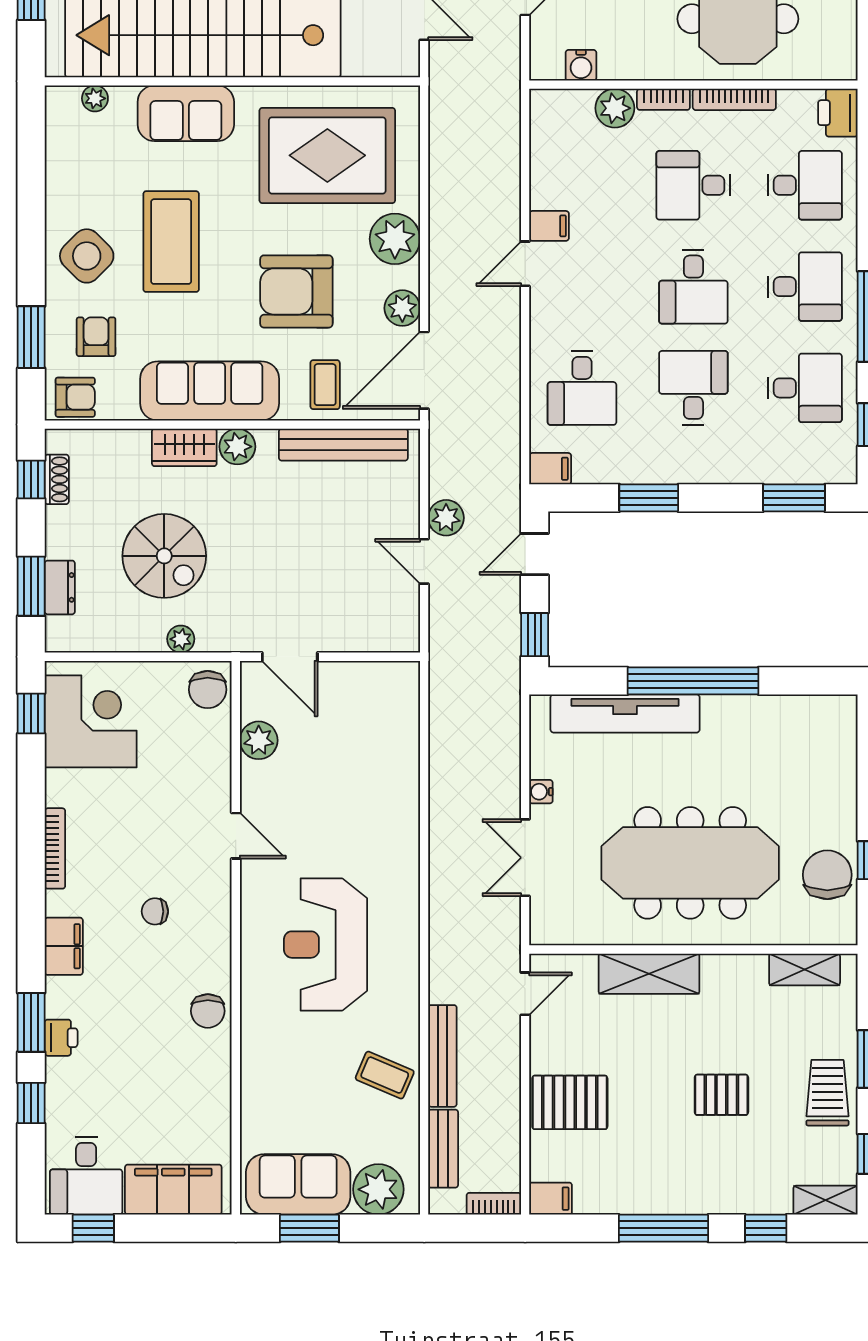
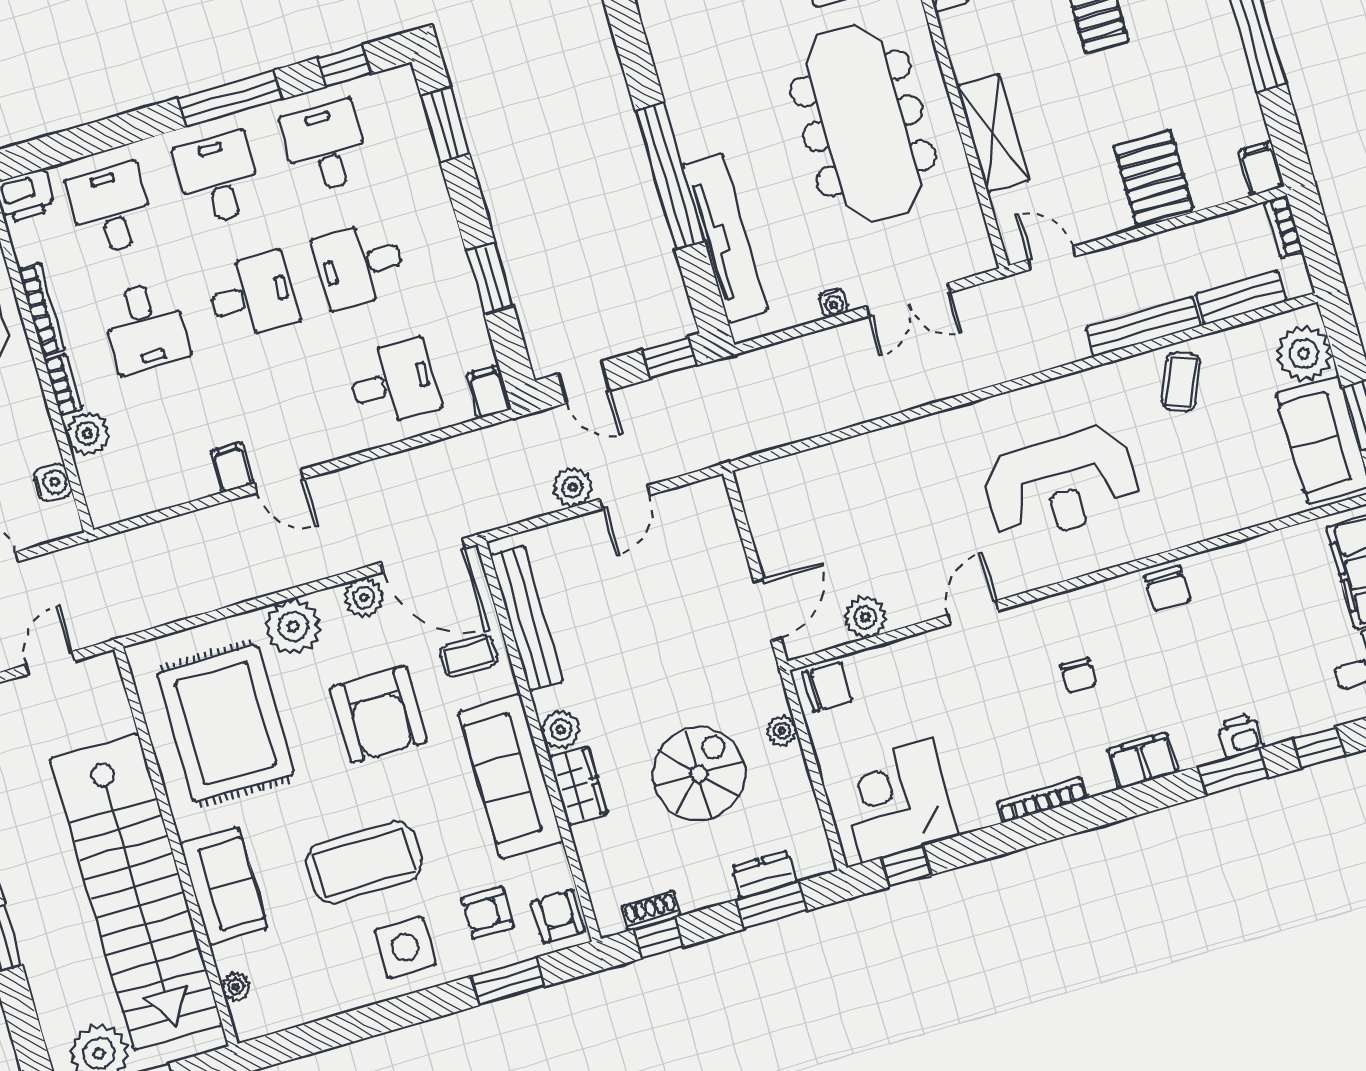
side table: (87, 256) -> (405, 947), turned 45
chair: (208, 1011) -> (1167, 589), turned 90

